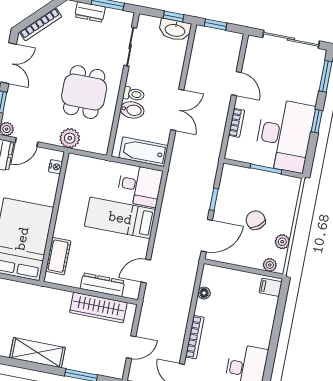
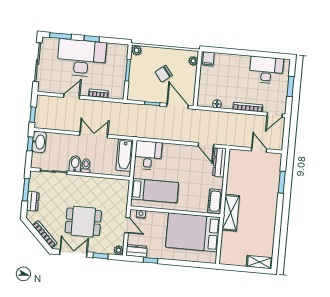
dining table: (84, 92) -> (83, 222), moved
bidet: (132, 110) -> (75, 164), moved
desk: (284, 135) -> (82, 58), moved
plant: (70, 138) -> (120, 206), removed
door: (27, 142) -> (127, 225), moved
bed: (120, 218) -> (155, 191), moved, turned -90
plant: (282, 242) -> (137, 50), moved
cot: (58, 256) -> (215, 201), moved, turned 90
dresser: (102, 285) -> (219, 162), moved
wardrobe: (98, 308) -> (234, 175), removed
shelving: (37, 353) -> (231, 213), moved

